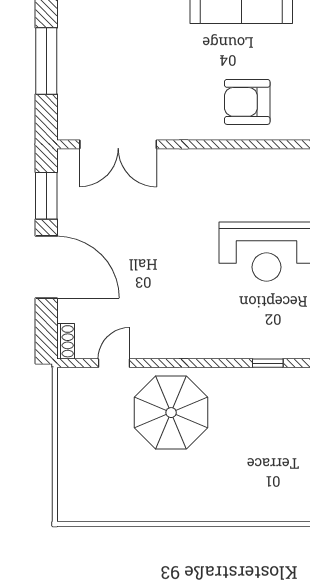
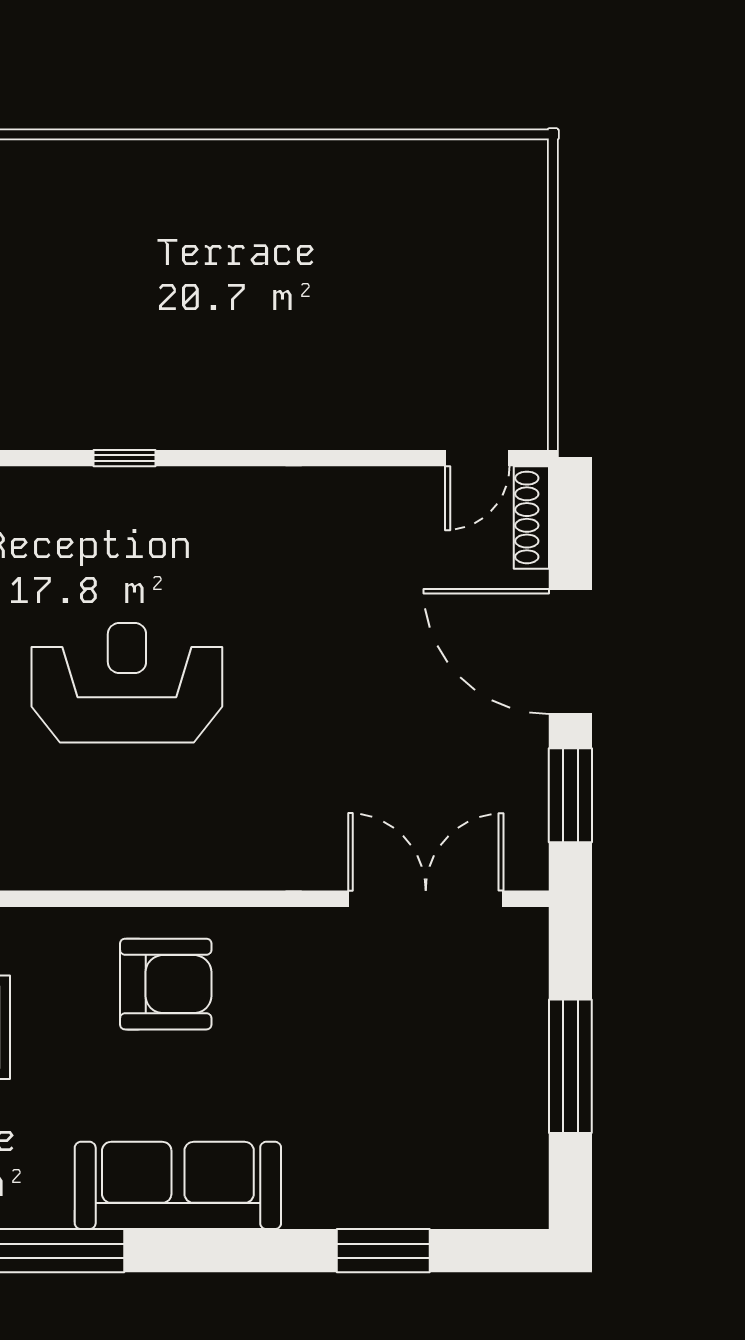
shoe rack: (66, 341) -> (531, 517), width x1.43
door: (114, 363) -> (477, 458), moved
parasol: (171, 413) -> (319, 358), removed

